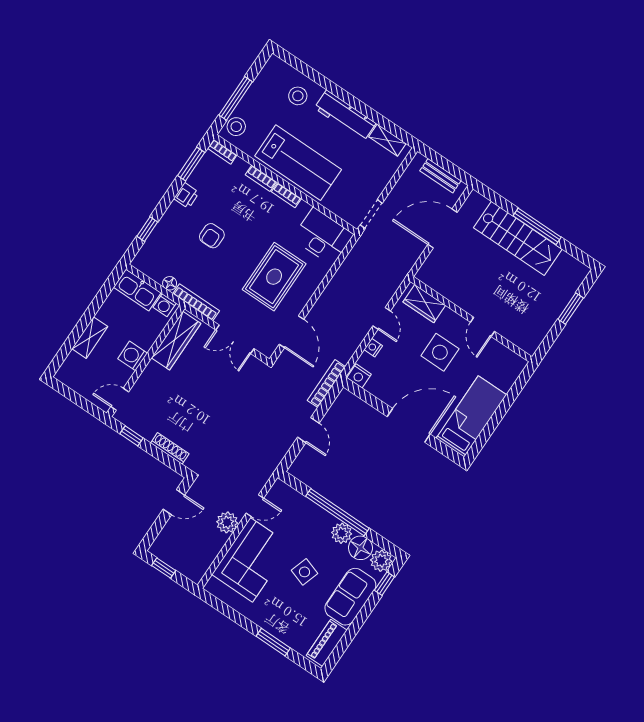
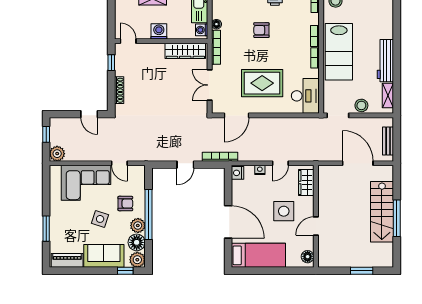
stool: (298, 96) -> (361, 105), moved
floor lamp: (512, 360) -> (308, 257), added
plant: (227, 522) -> (57, 154), moved
armchair: (306, 530) -> (125, 204), added

